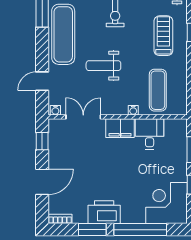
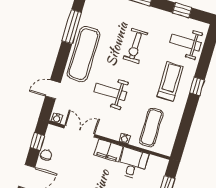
chair: (56, 153) -> (46, 155), added

